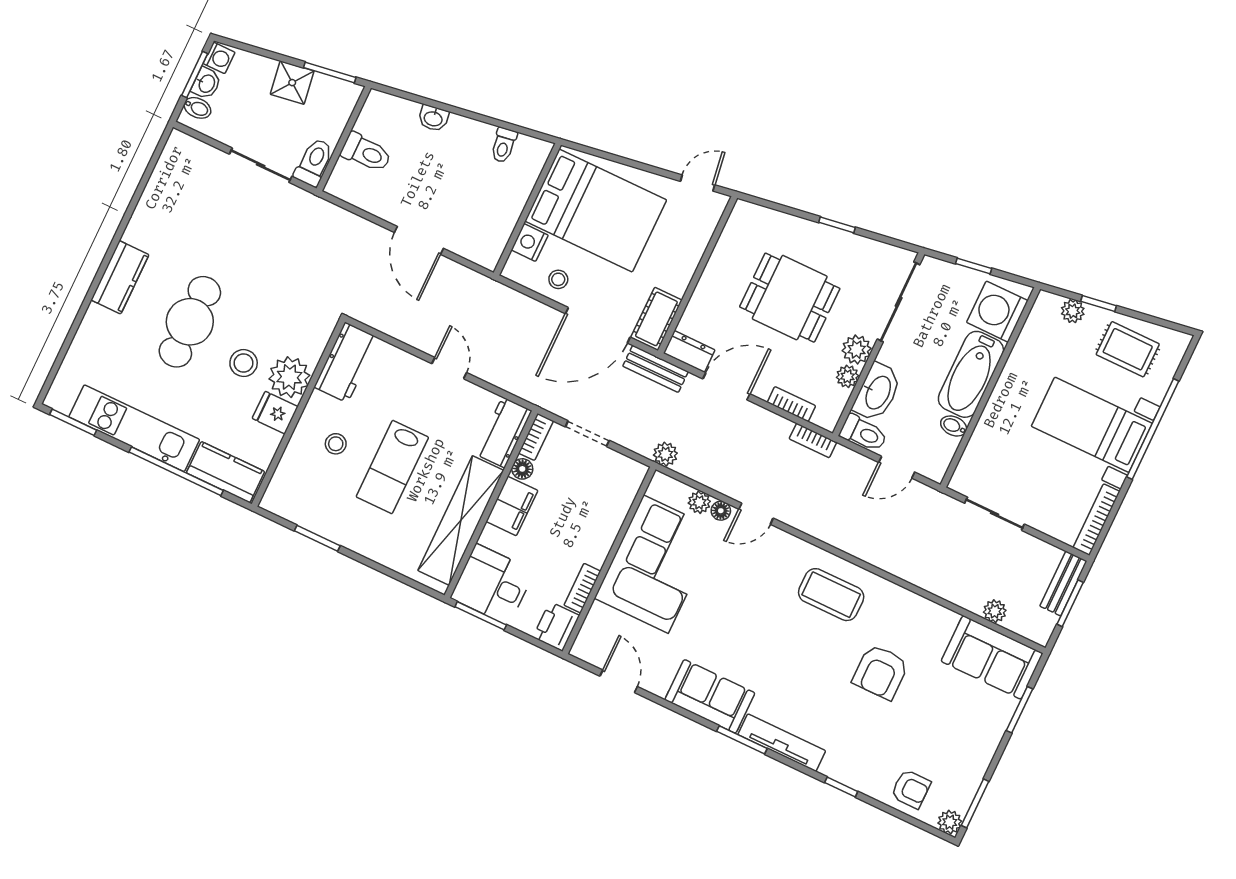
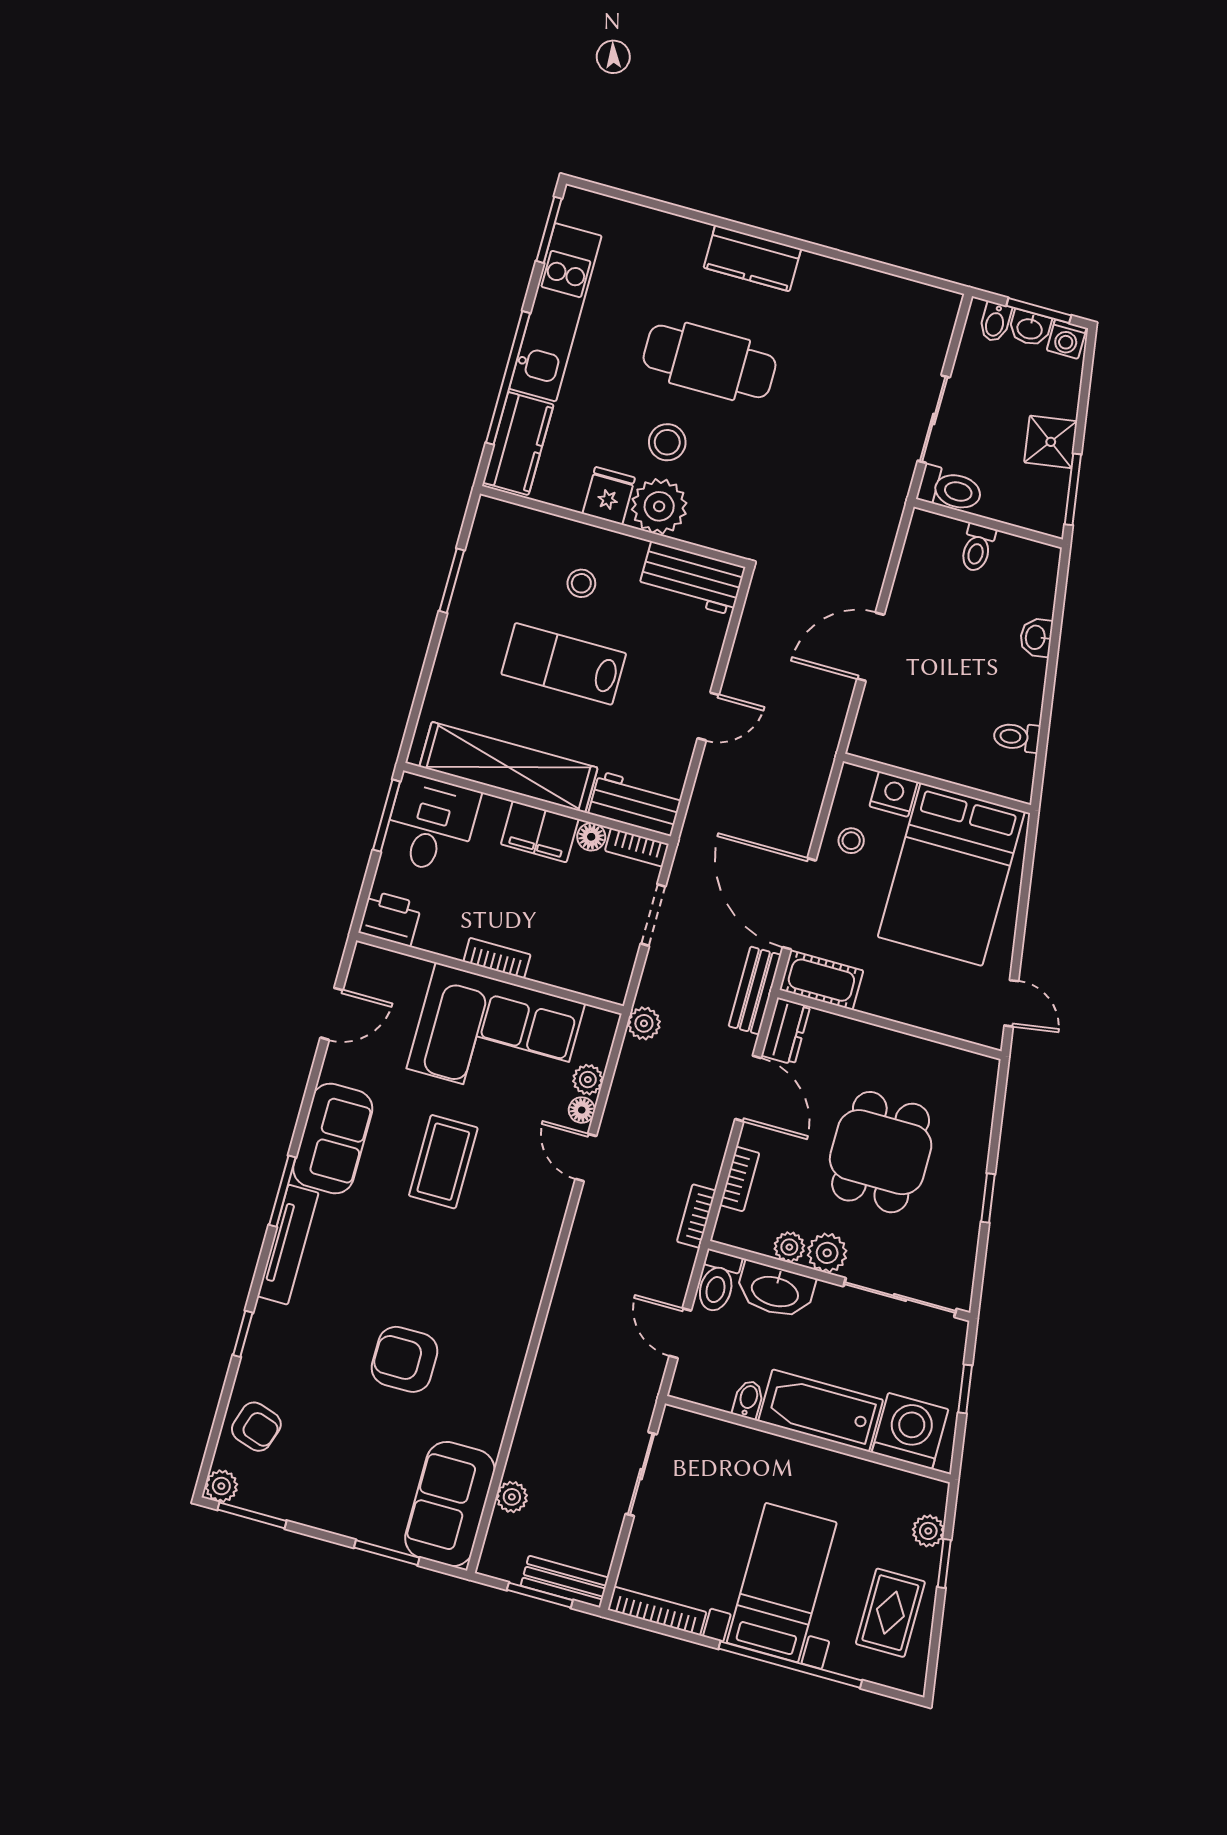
toilet: (366, 153) -> (977, 548), width x0.73, depth x0.72
bookcase: (582, 588) -> (497, 958), moved
coffee table: (831, 595) -> (443, 1162), moved
armchair: (911, 789) -> (256, 1427), turned -72

